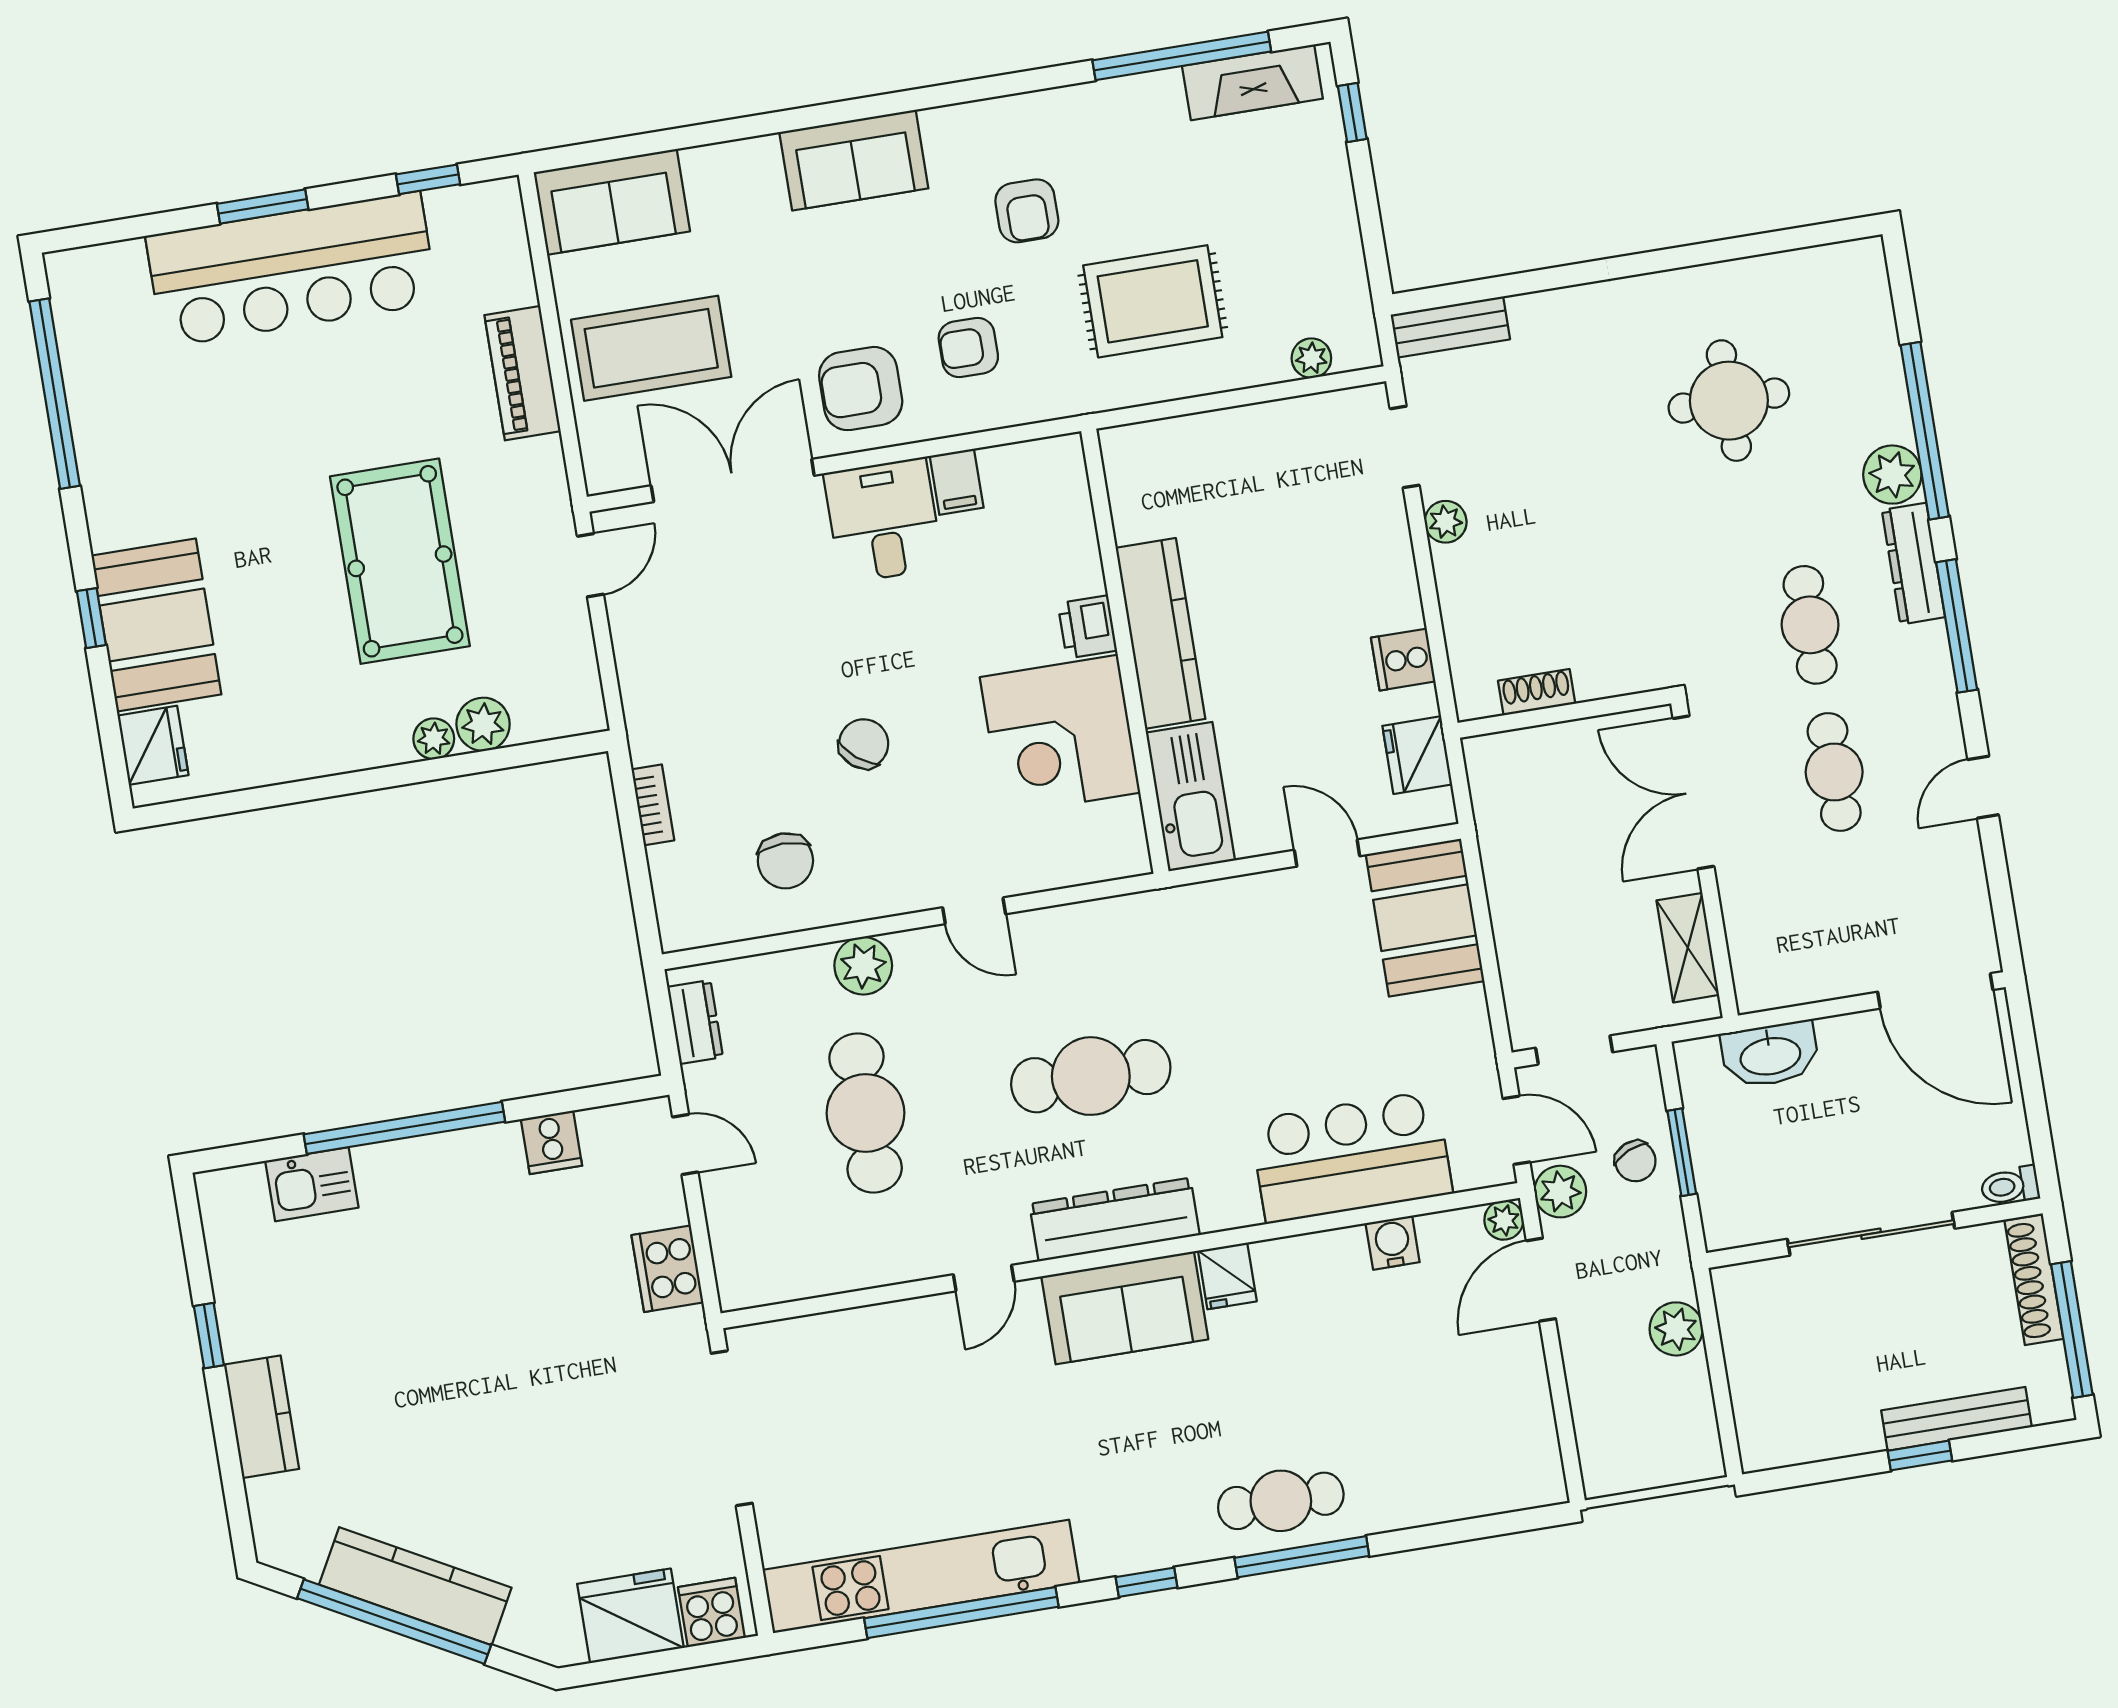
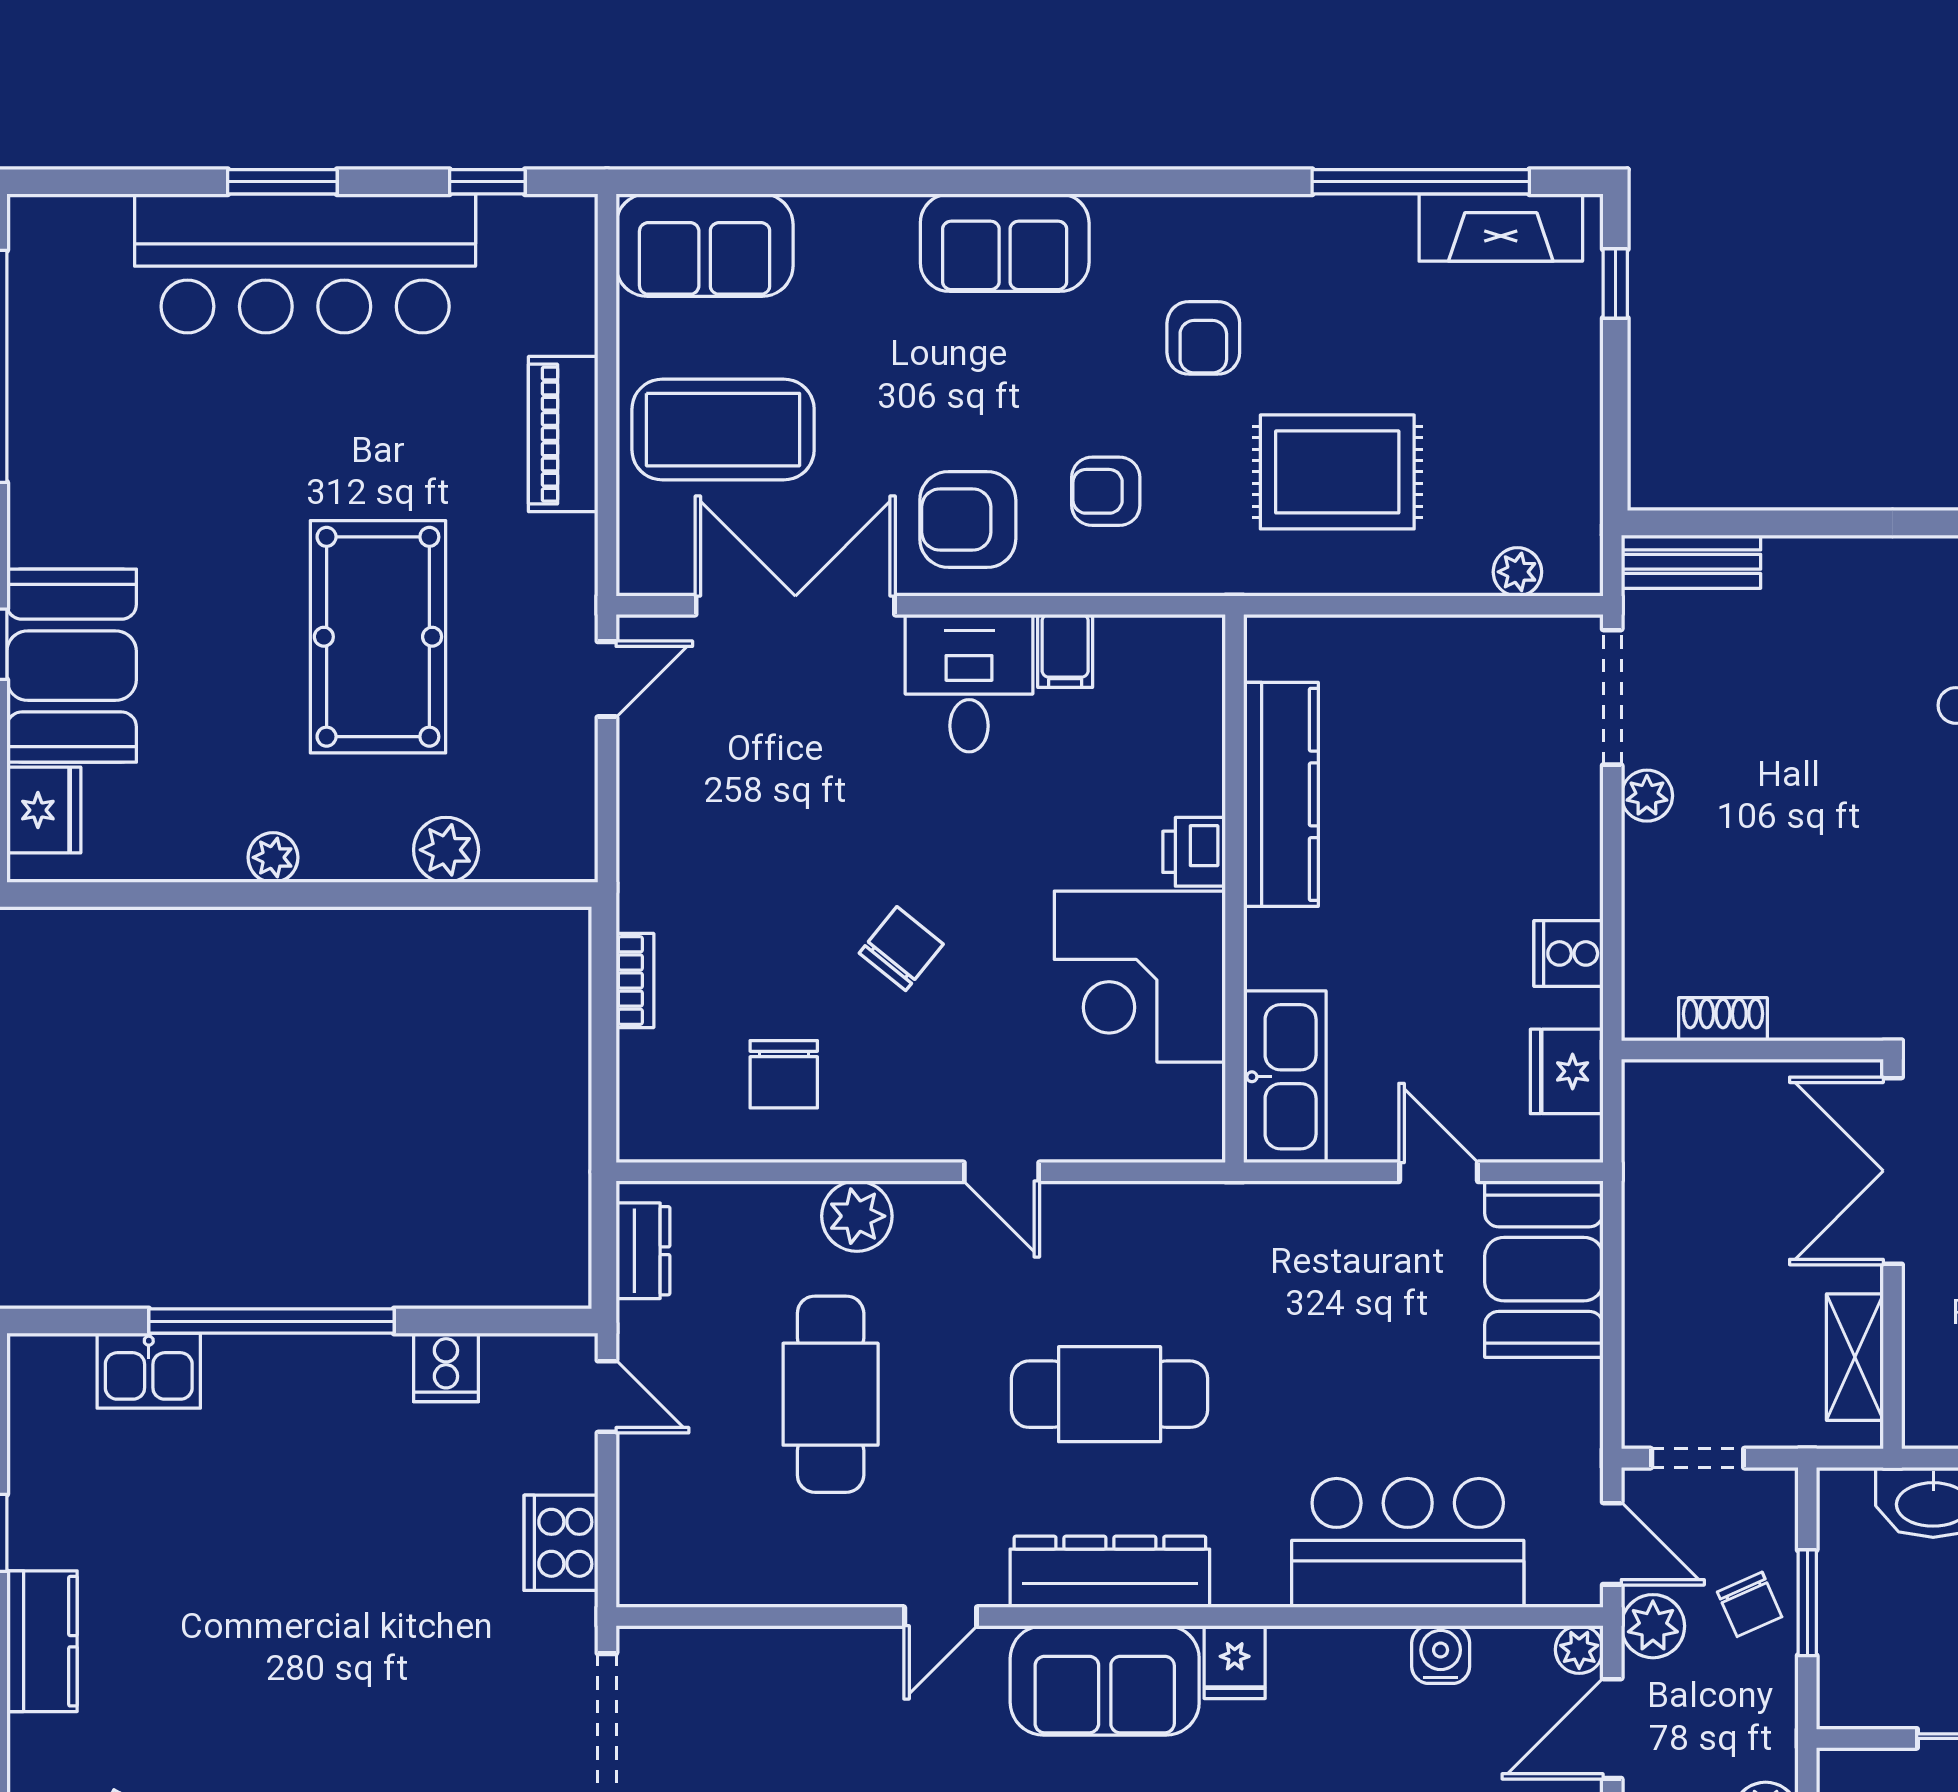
doorway: (1405, 447) -> (1612, 697), width x1.38
kitchen counter: (1160, 633) -> (1281, 794), moved
plant: (434, 739) -> (273, 857), moved

